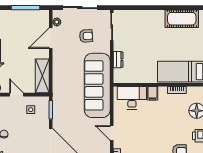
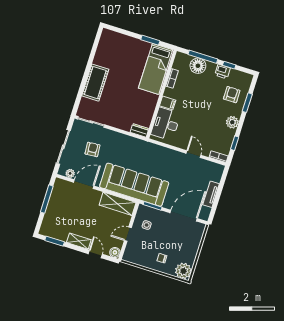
cot: (182, 19) -> (95, 83), moved
door: (51, 38) -> (84, 184), swing flipped
dresser: (118, 60) -> (139, 130), moved
sofa: (97, 85) -> (134, 185), moved, turned 180
door: (112, 133) -> (194, 154), swing flipped

